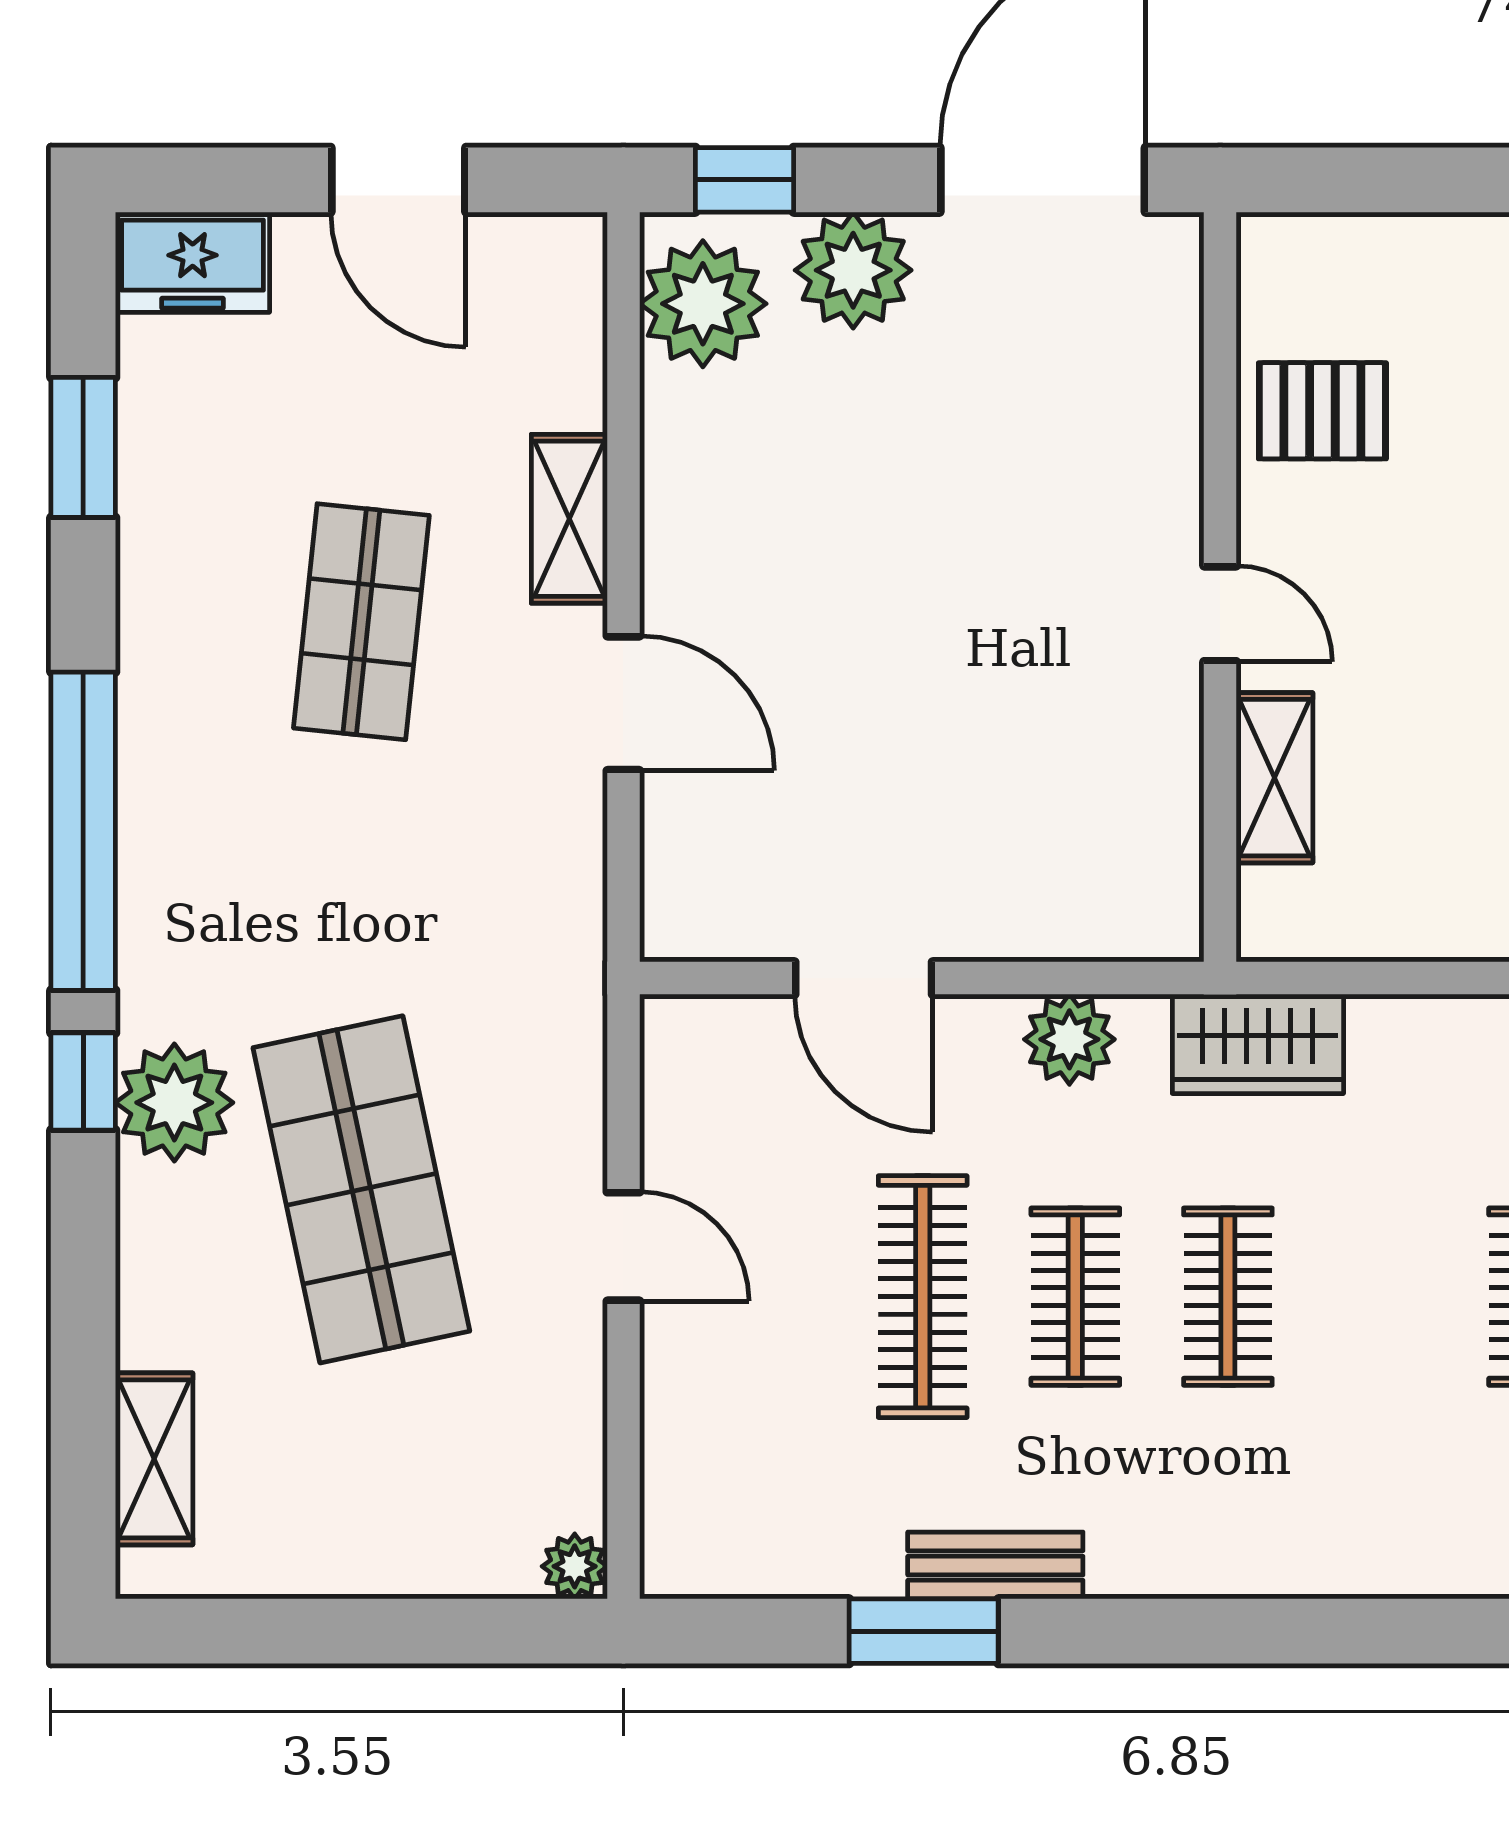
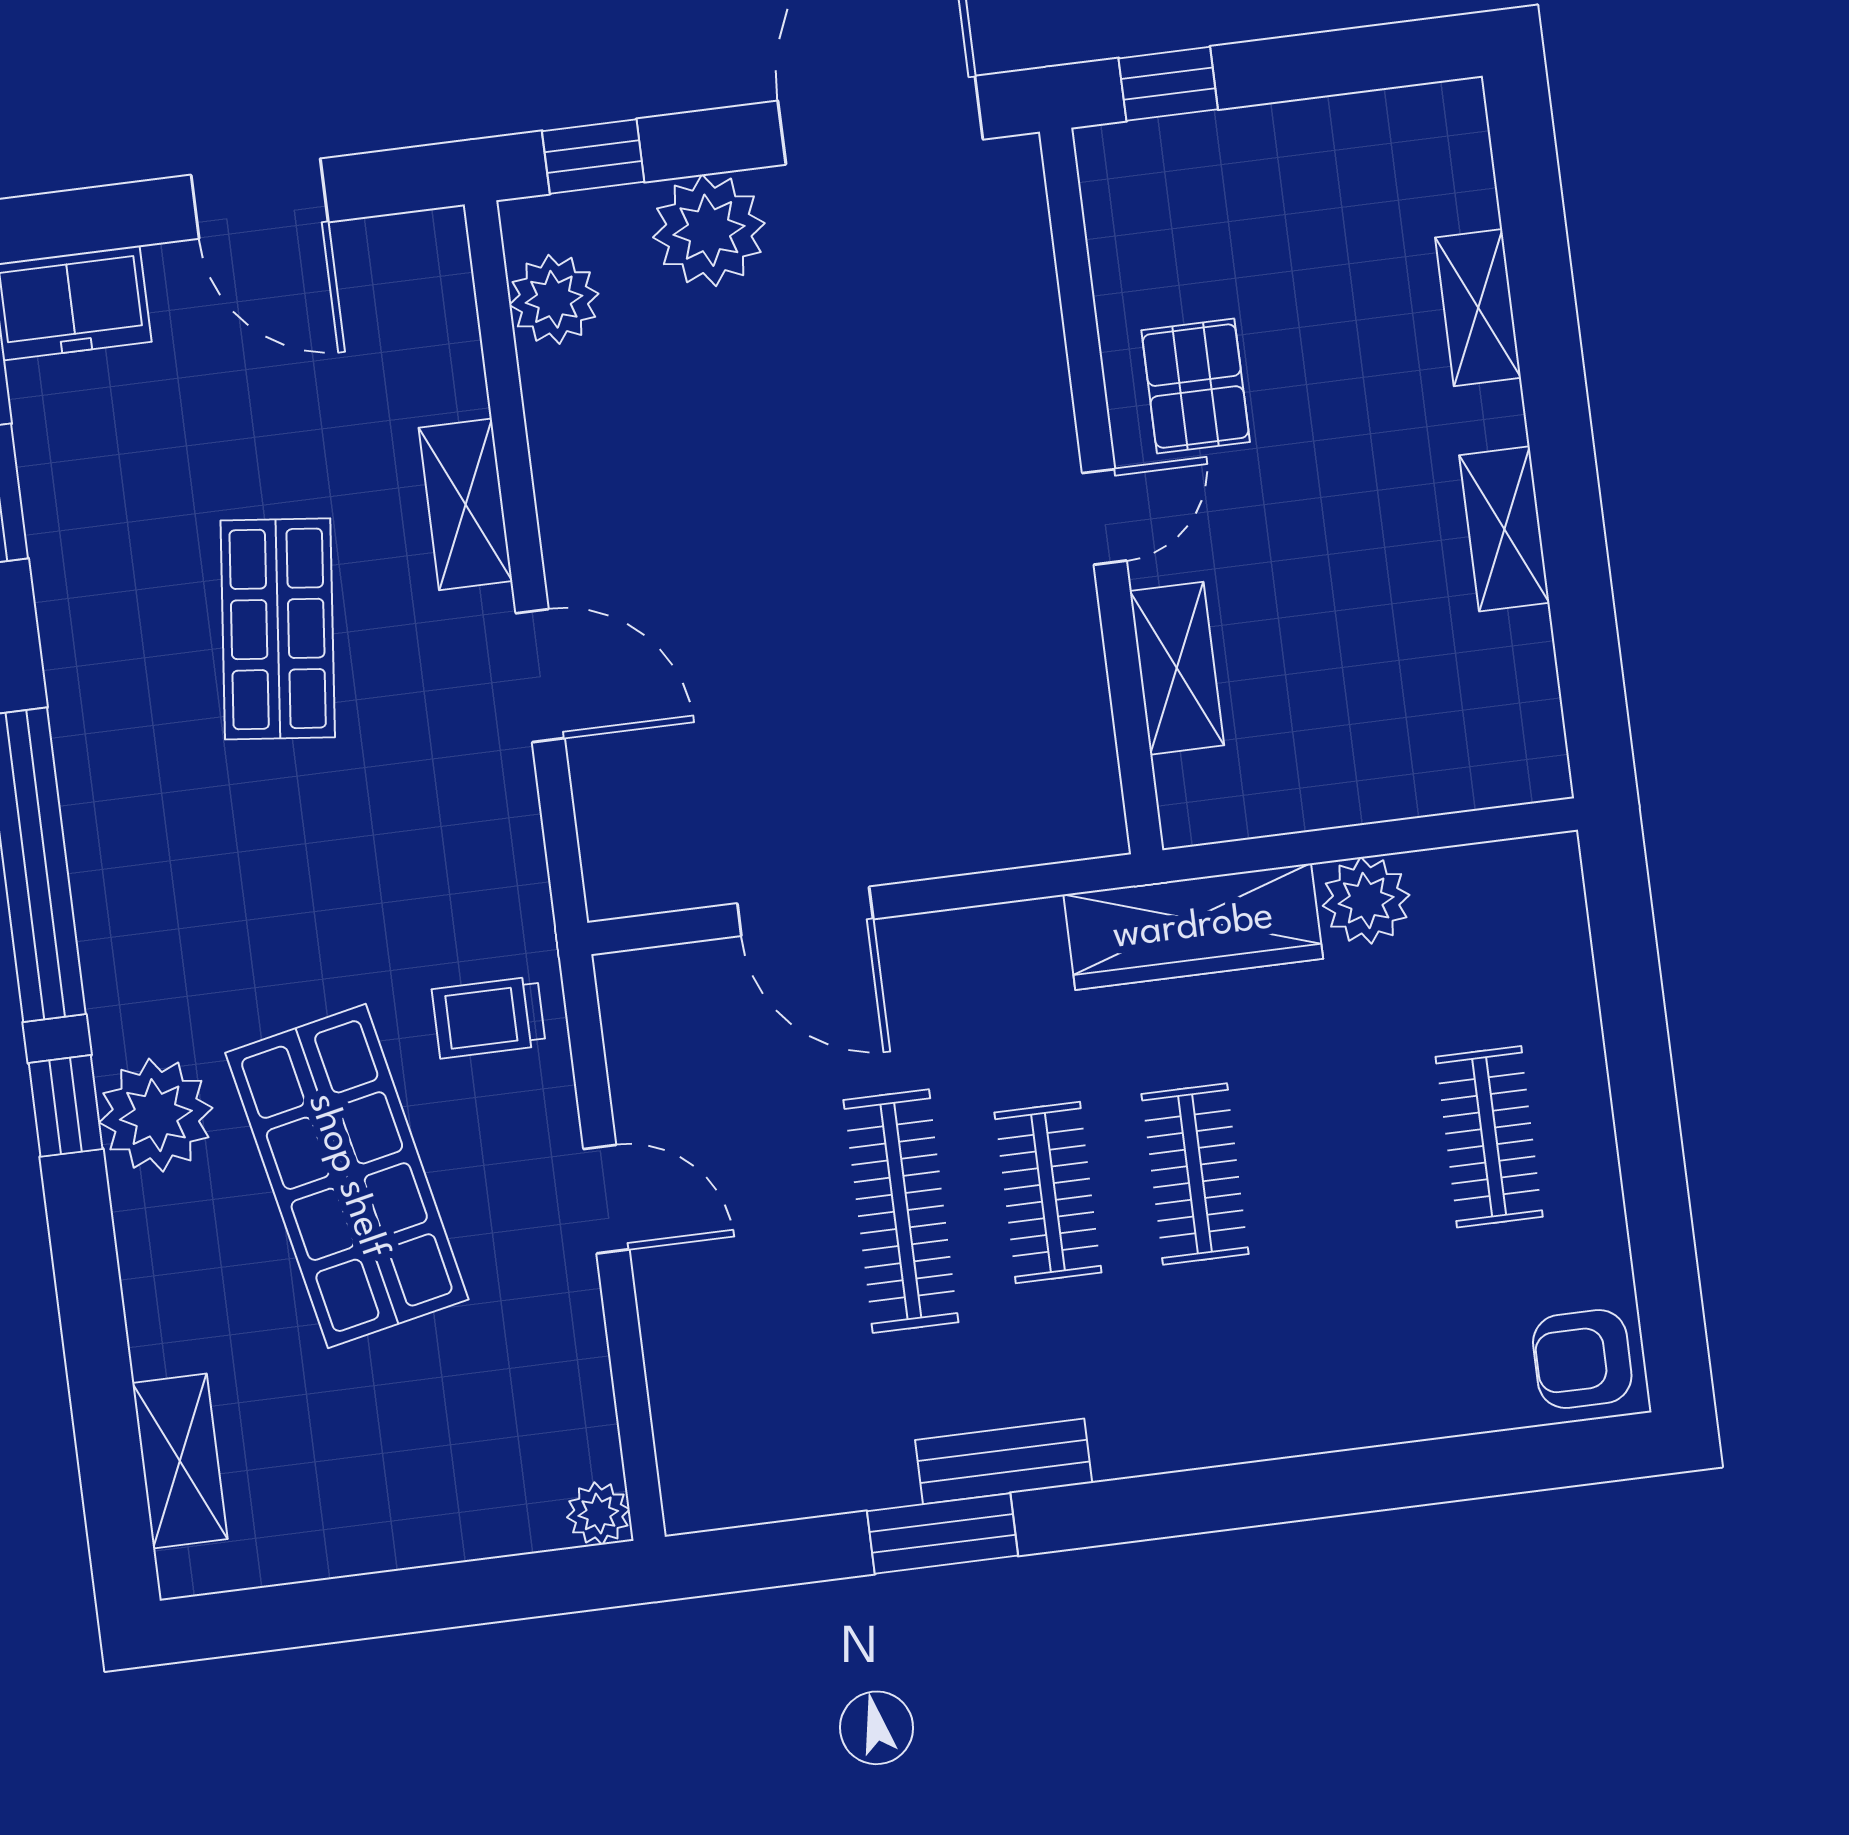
window: (1341, 180) -> (1168, 84), added
plant: (703, 304) -> (554, 299), width x0.73, depth x0.73
pallet: (1322, 411) -> (1196, 386), moved, turned 90
door: (1220, 614) -> (1104, 517), hinge flipped
plant: (1069, 1039) -> (1366, 900), moved
wardrobe: (1258, 1044) -> (1193, 927), width x1.50
trolley: (527, 1046) -> (489, 1017), added

